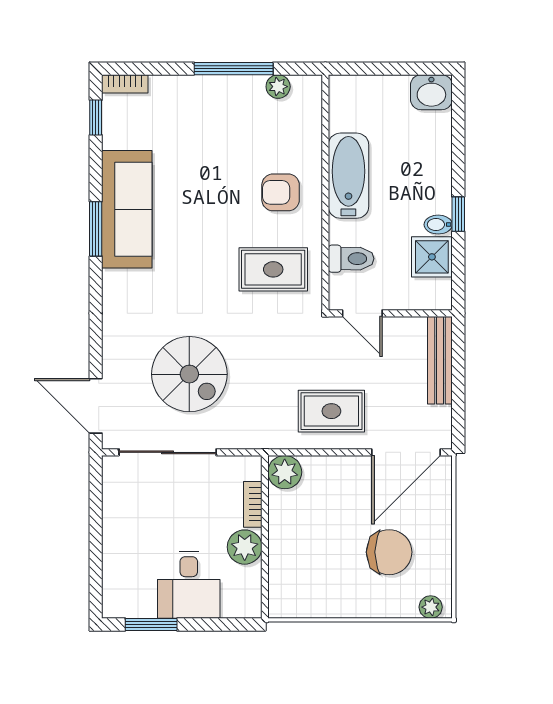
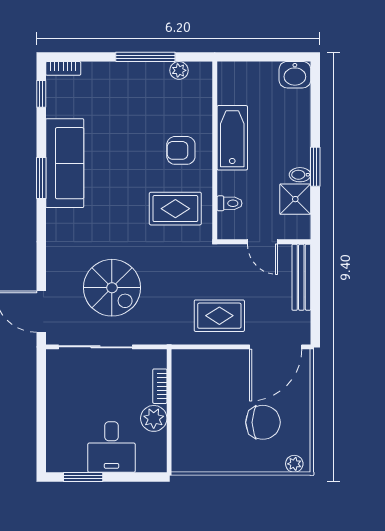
window: (458, 214) -> (315, 167), width x1.50
toilet: (351, 259) -> (229, 203), width x0.73, depth x0.72
door: (362, 313) -> (262, 242), moved
plant: (285, 472) -> (184, 362), removed

